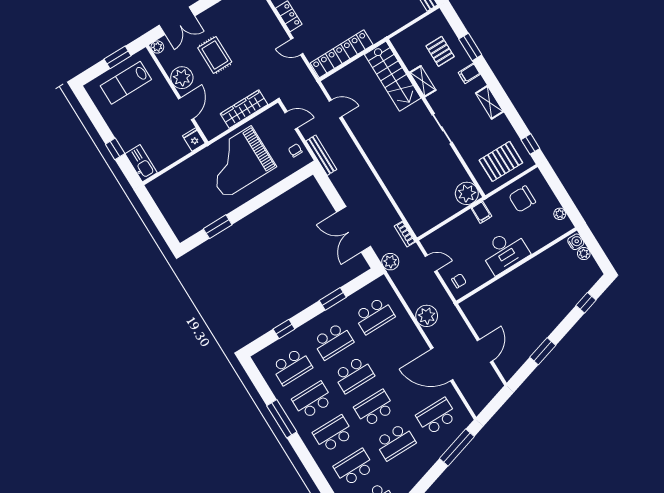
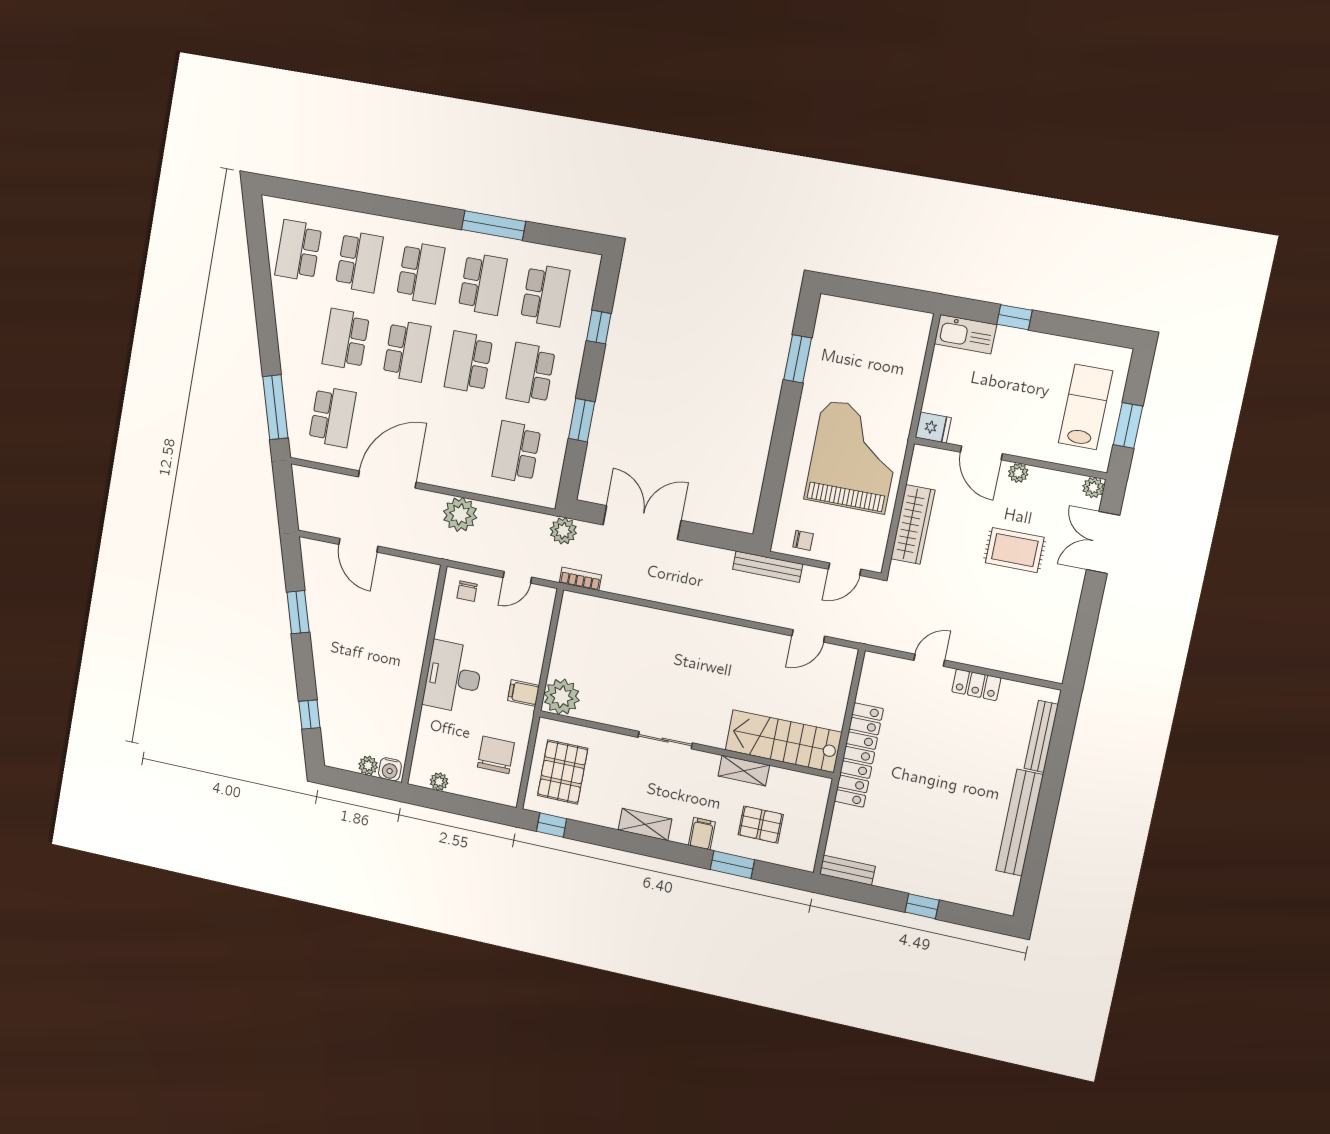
locker: (342, 54) -> (859, 755), moved
plant: (182, 78) -> (1018, 473), width x0.53, depth x0.53
school desk: (292, 367) -> (545, 295), turned 180

